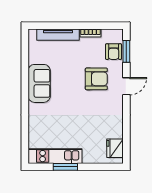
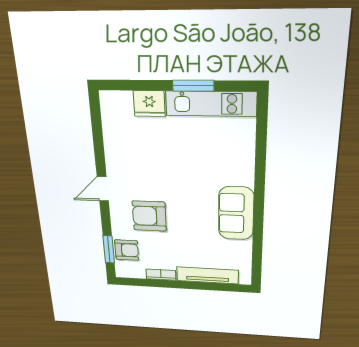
armchair: (114, 52) -> (127, 250), turned 90
door: (126, 86) -> (103, 189), moved
fridge: (115, 148) -> (149, 104), moved, turned 90

